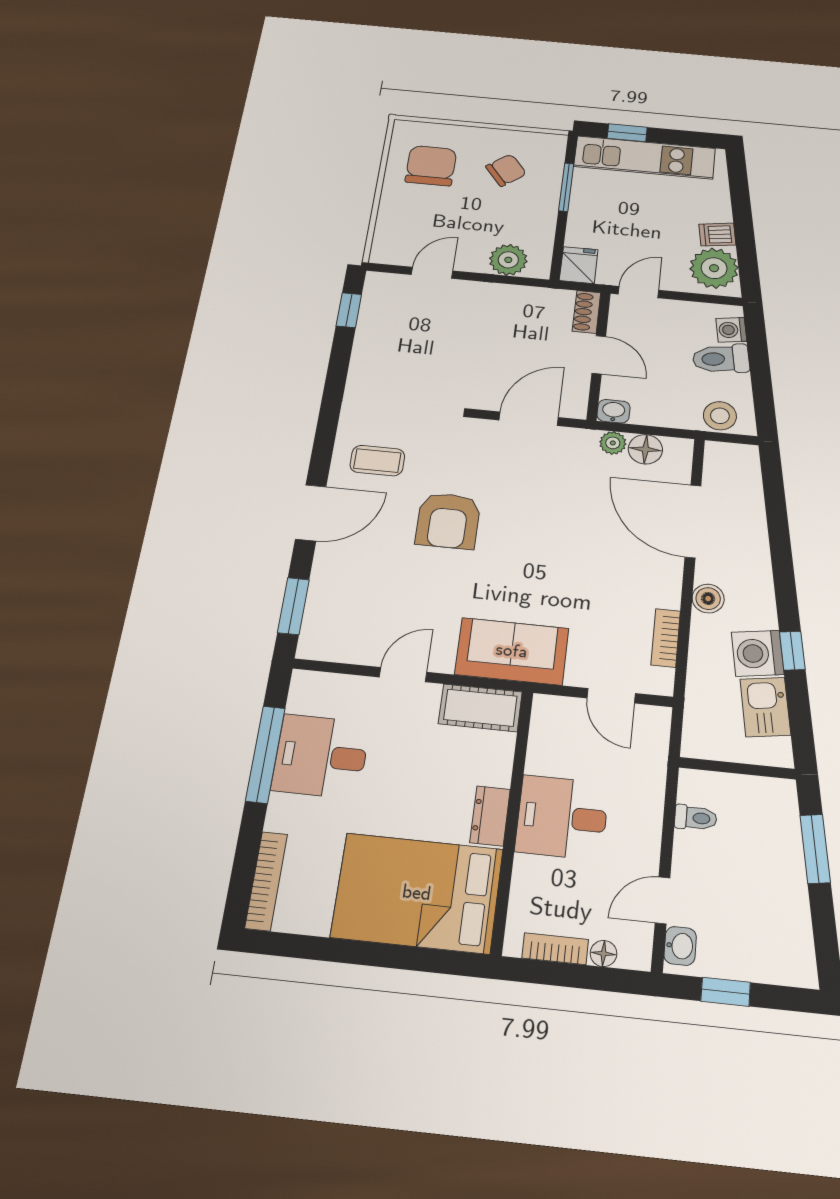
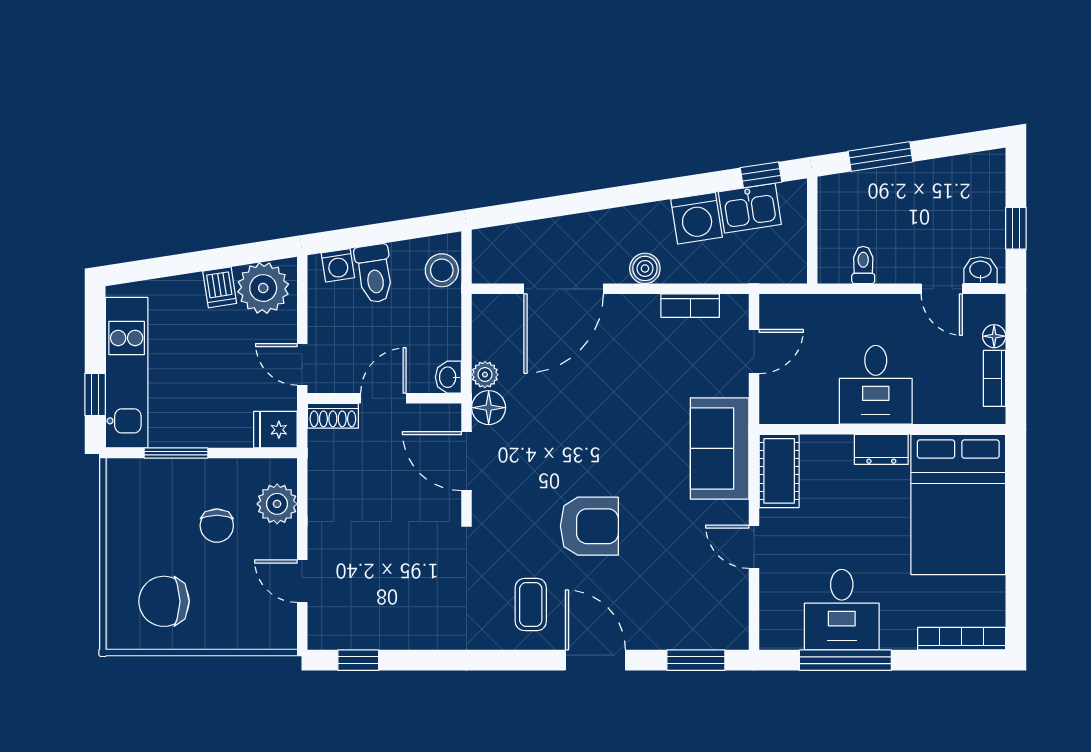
chair: (506, 170) -> (217, 526), moved, turned -142
floor lamp: (645, 449) -> (489, 408), moved
window: (792, 651) -> (761, 175), moved

